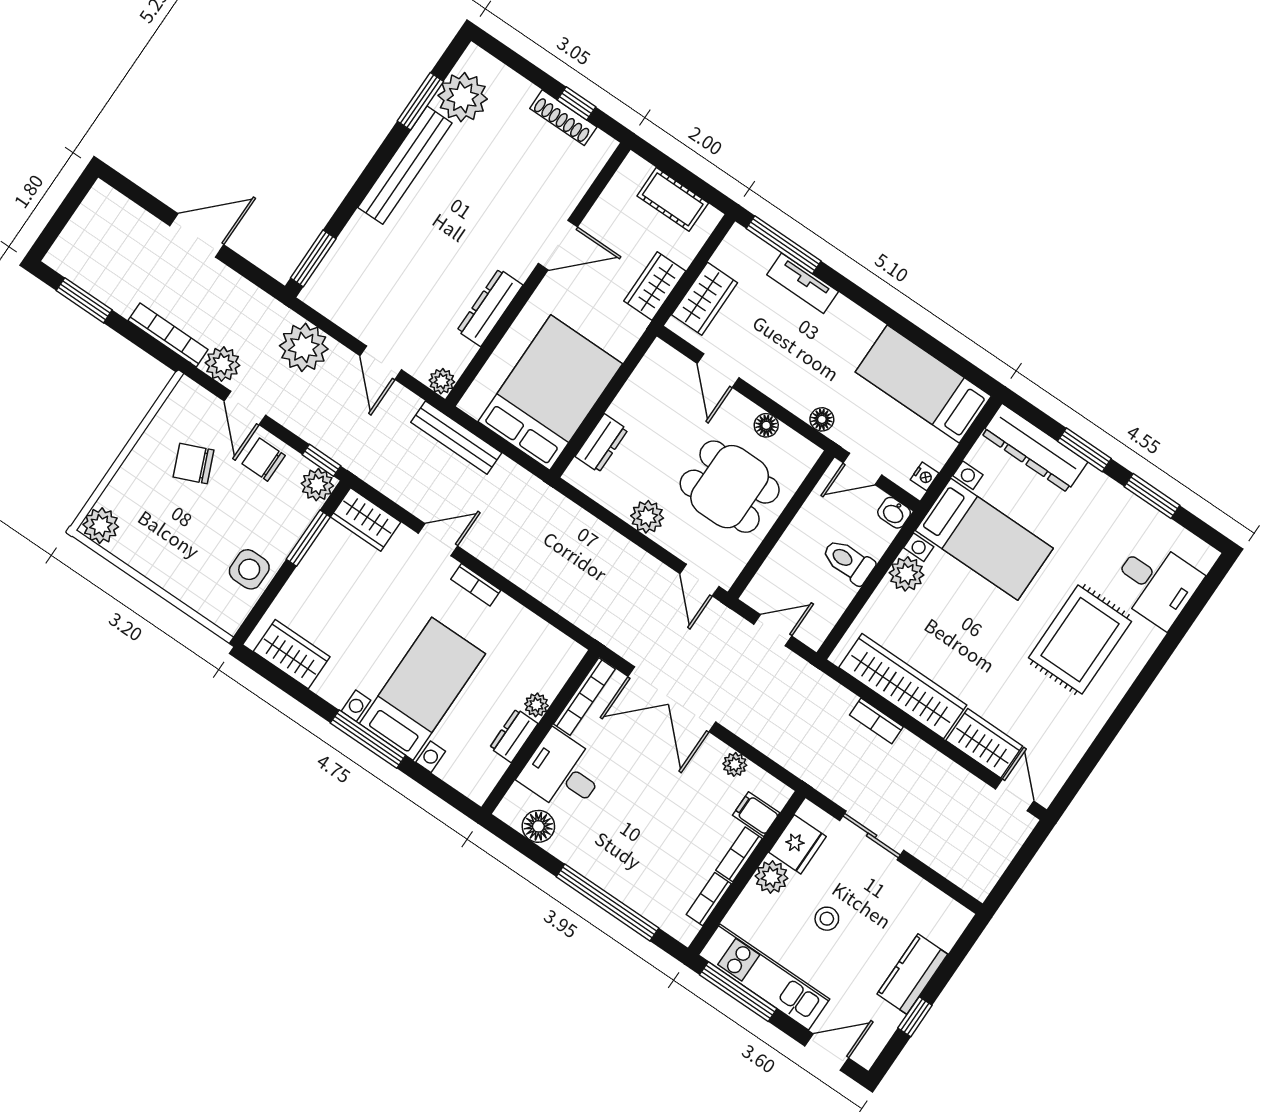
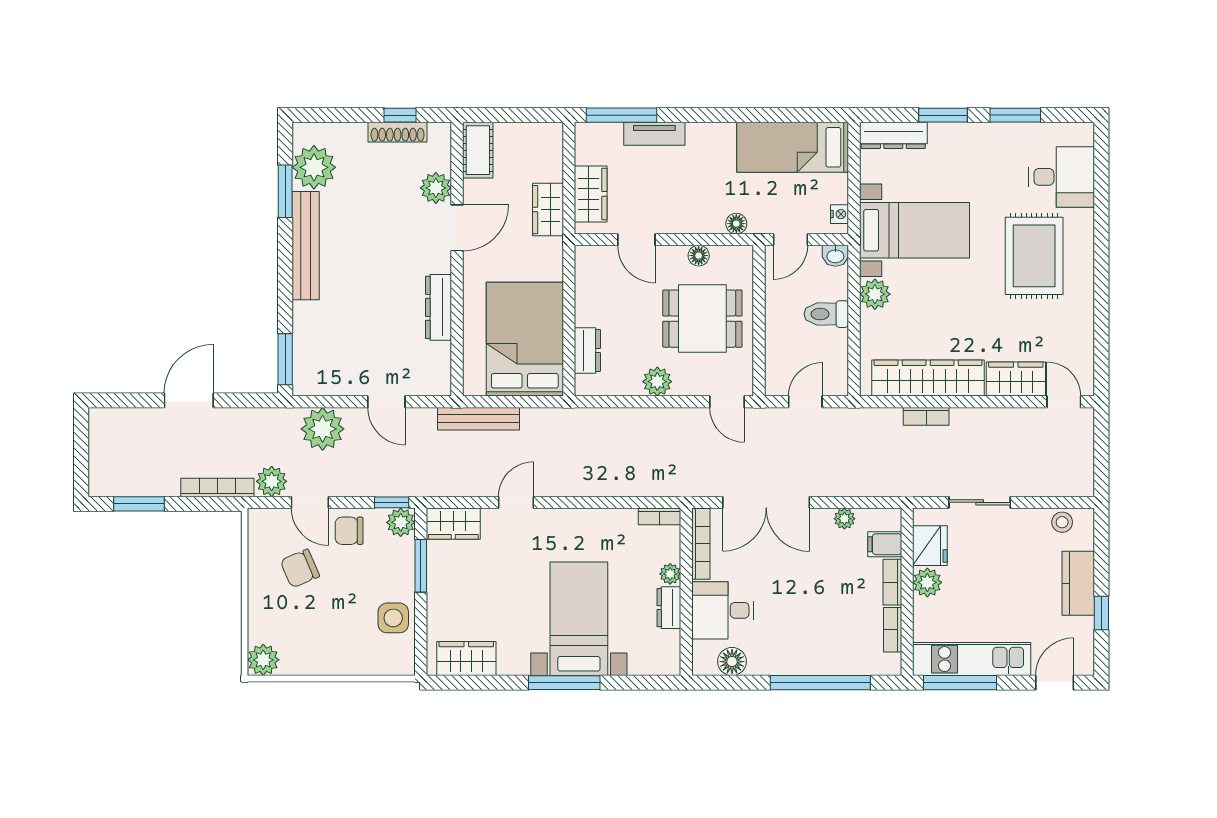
cot: (673, 199) -> (478, 150), moved, turned 90
plant: (442, 381) -> (436, 188), moved, width x1.38, depth x1.38
dresser: (1035, 448) -> (893, 135), width x0.73, depth x0.80
bookcase: (476, 585) -> (660, 516), moved
stool: (827, 919) -> (1062, 522), moved

